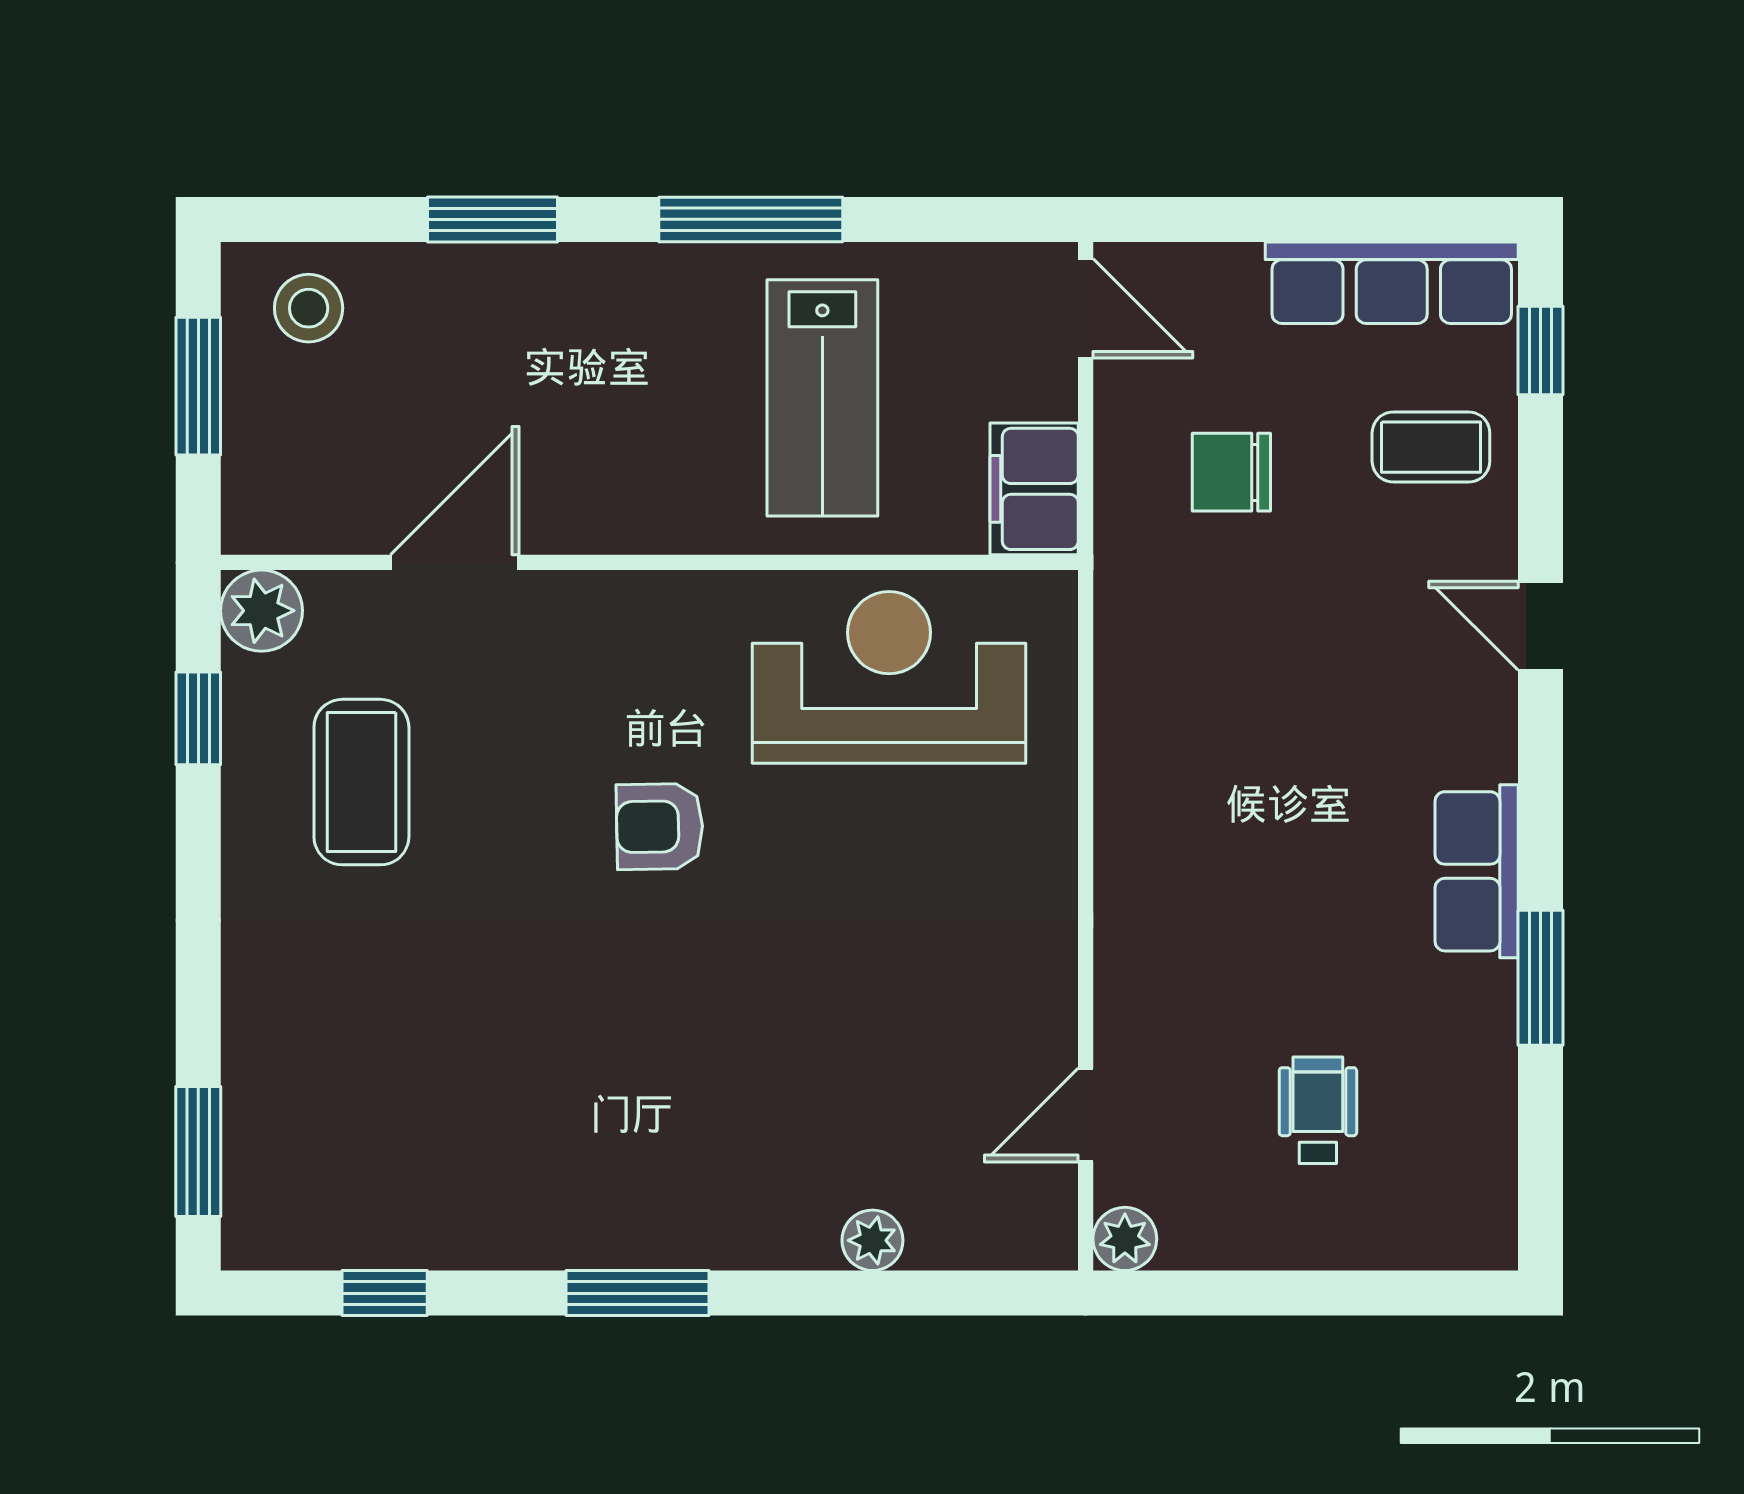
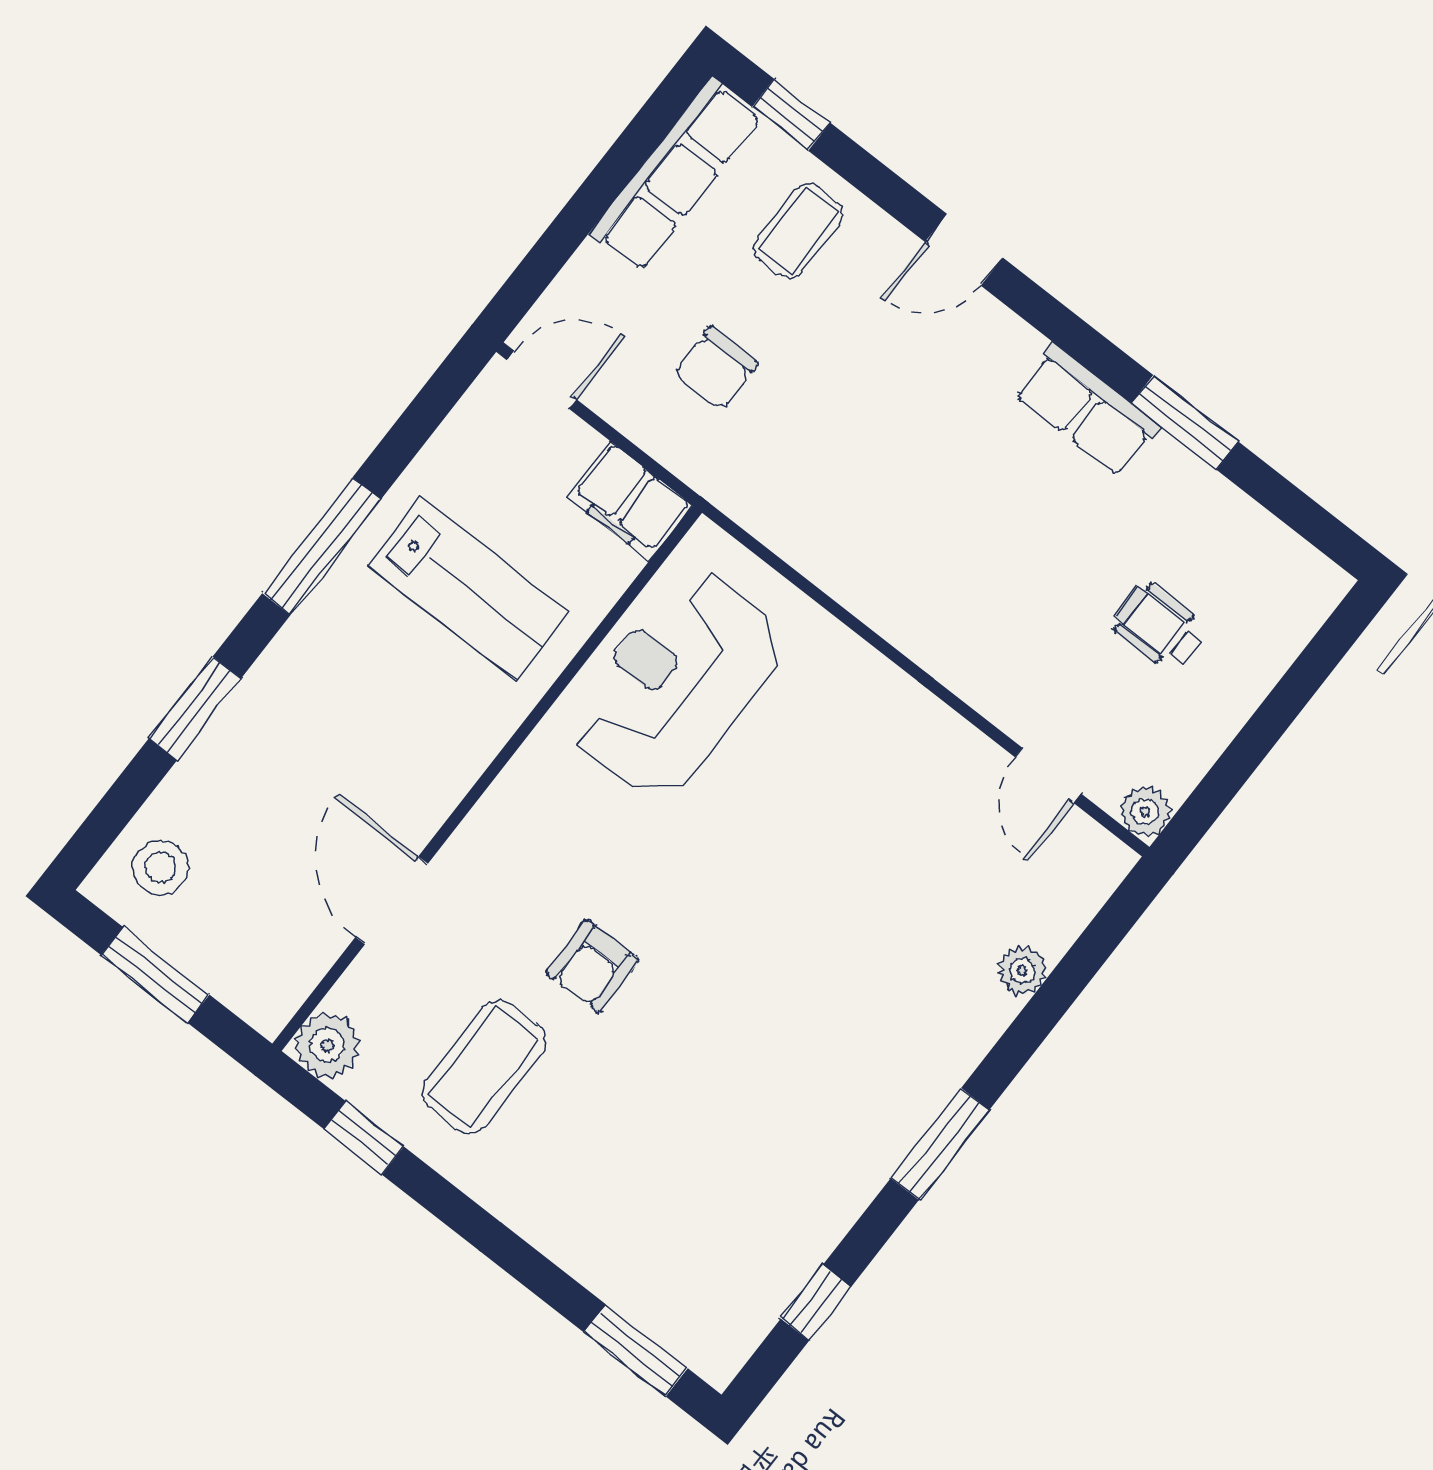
coffee table: (361, 782) -> (484, 1067), turned 90
armchair: (660, 827) -> (593, 966), moved

